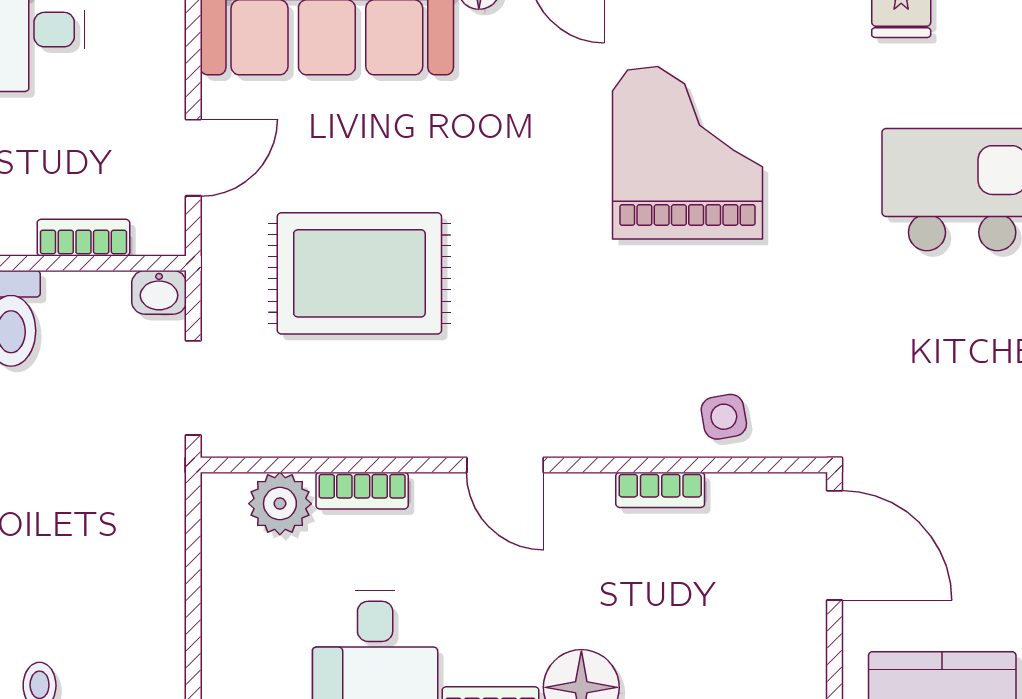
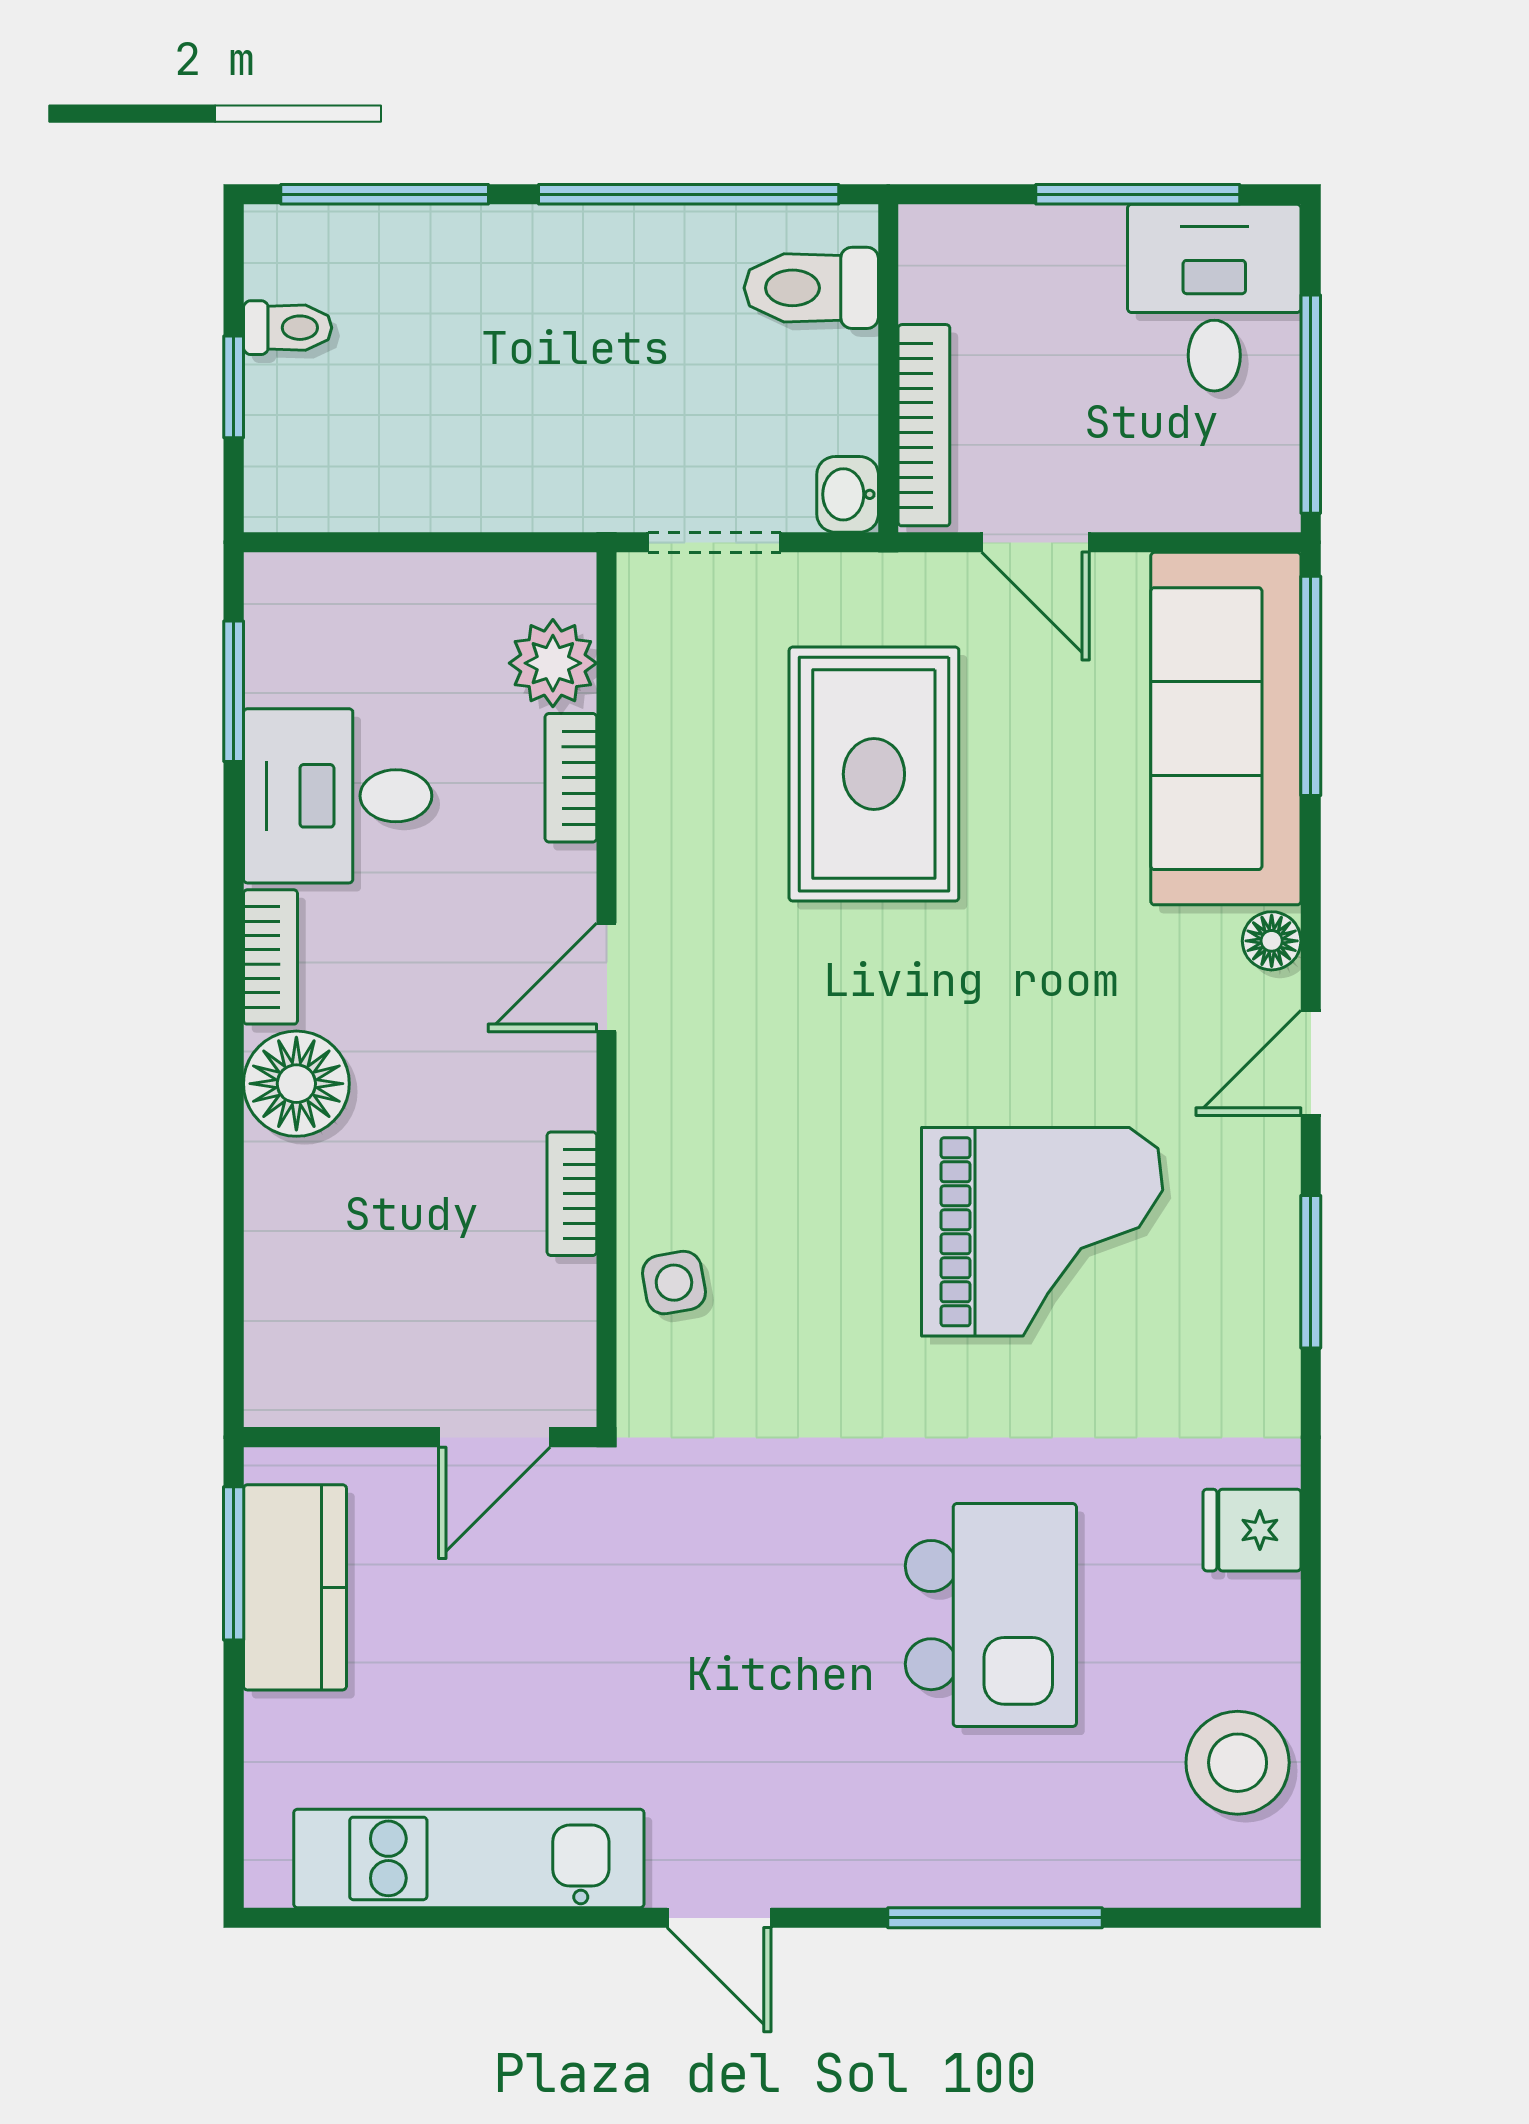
bookcase: (83, 238) -> (924, 425), width x1.56
door: (835, 545) -> (494, 1437), width x0.73

